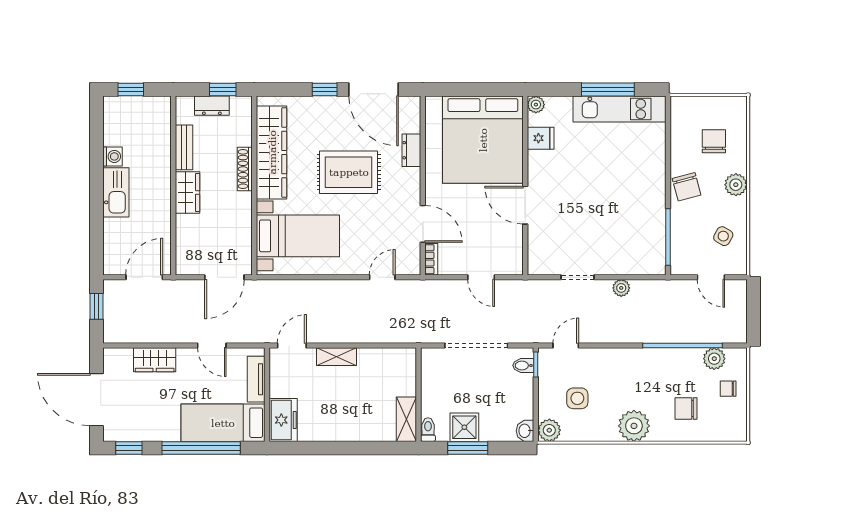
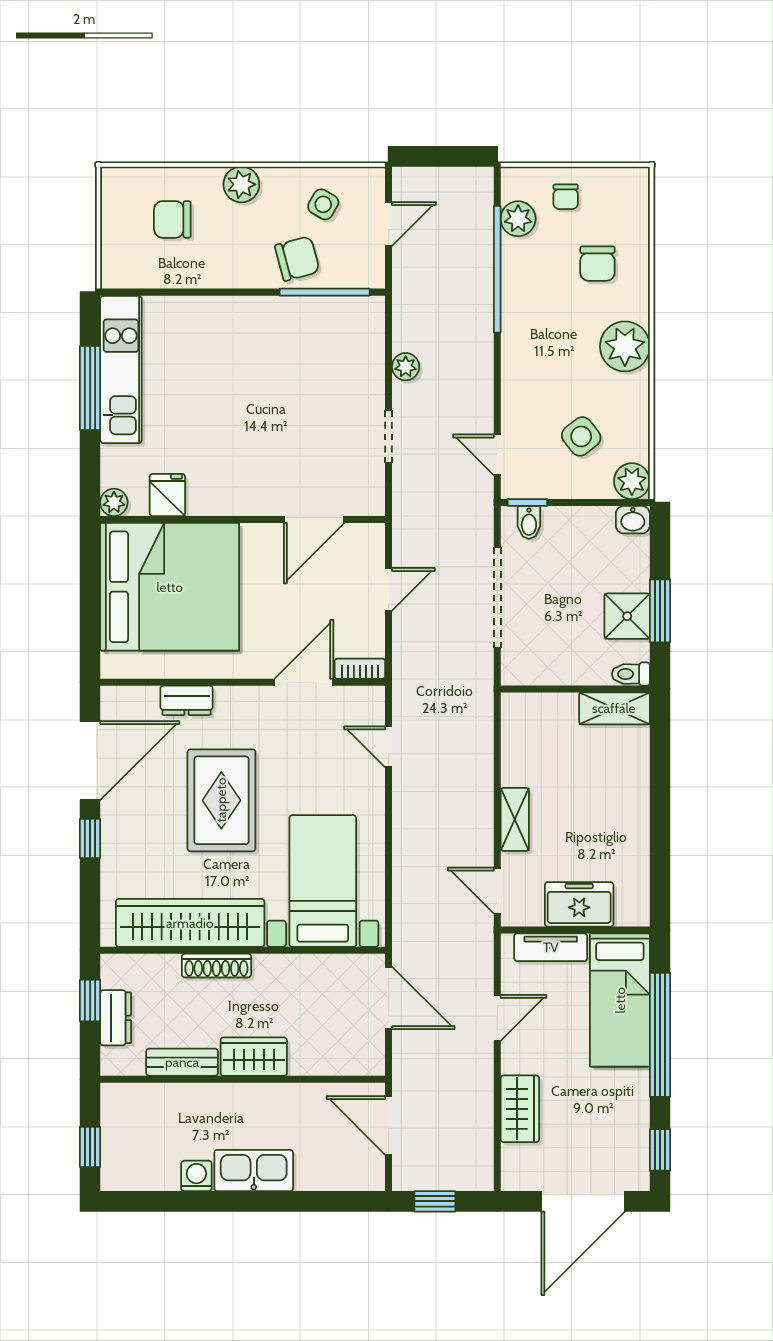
chair: (687, 187) -> (297, 259), moved
door: (525, 205) -> (314, 519), moved
side table: (577, 398) -> (581, 436), turned -38
freezer: (283, 420) -> (579, 904), moved

